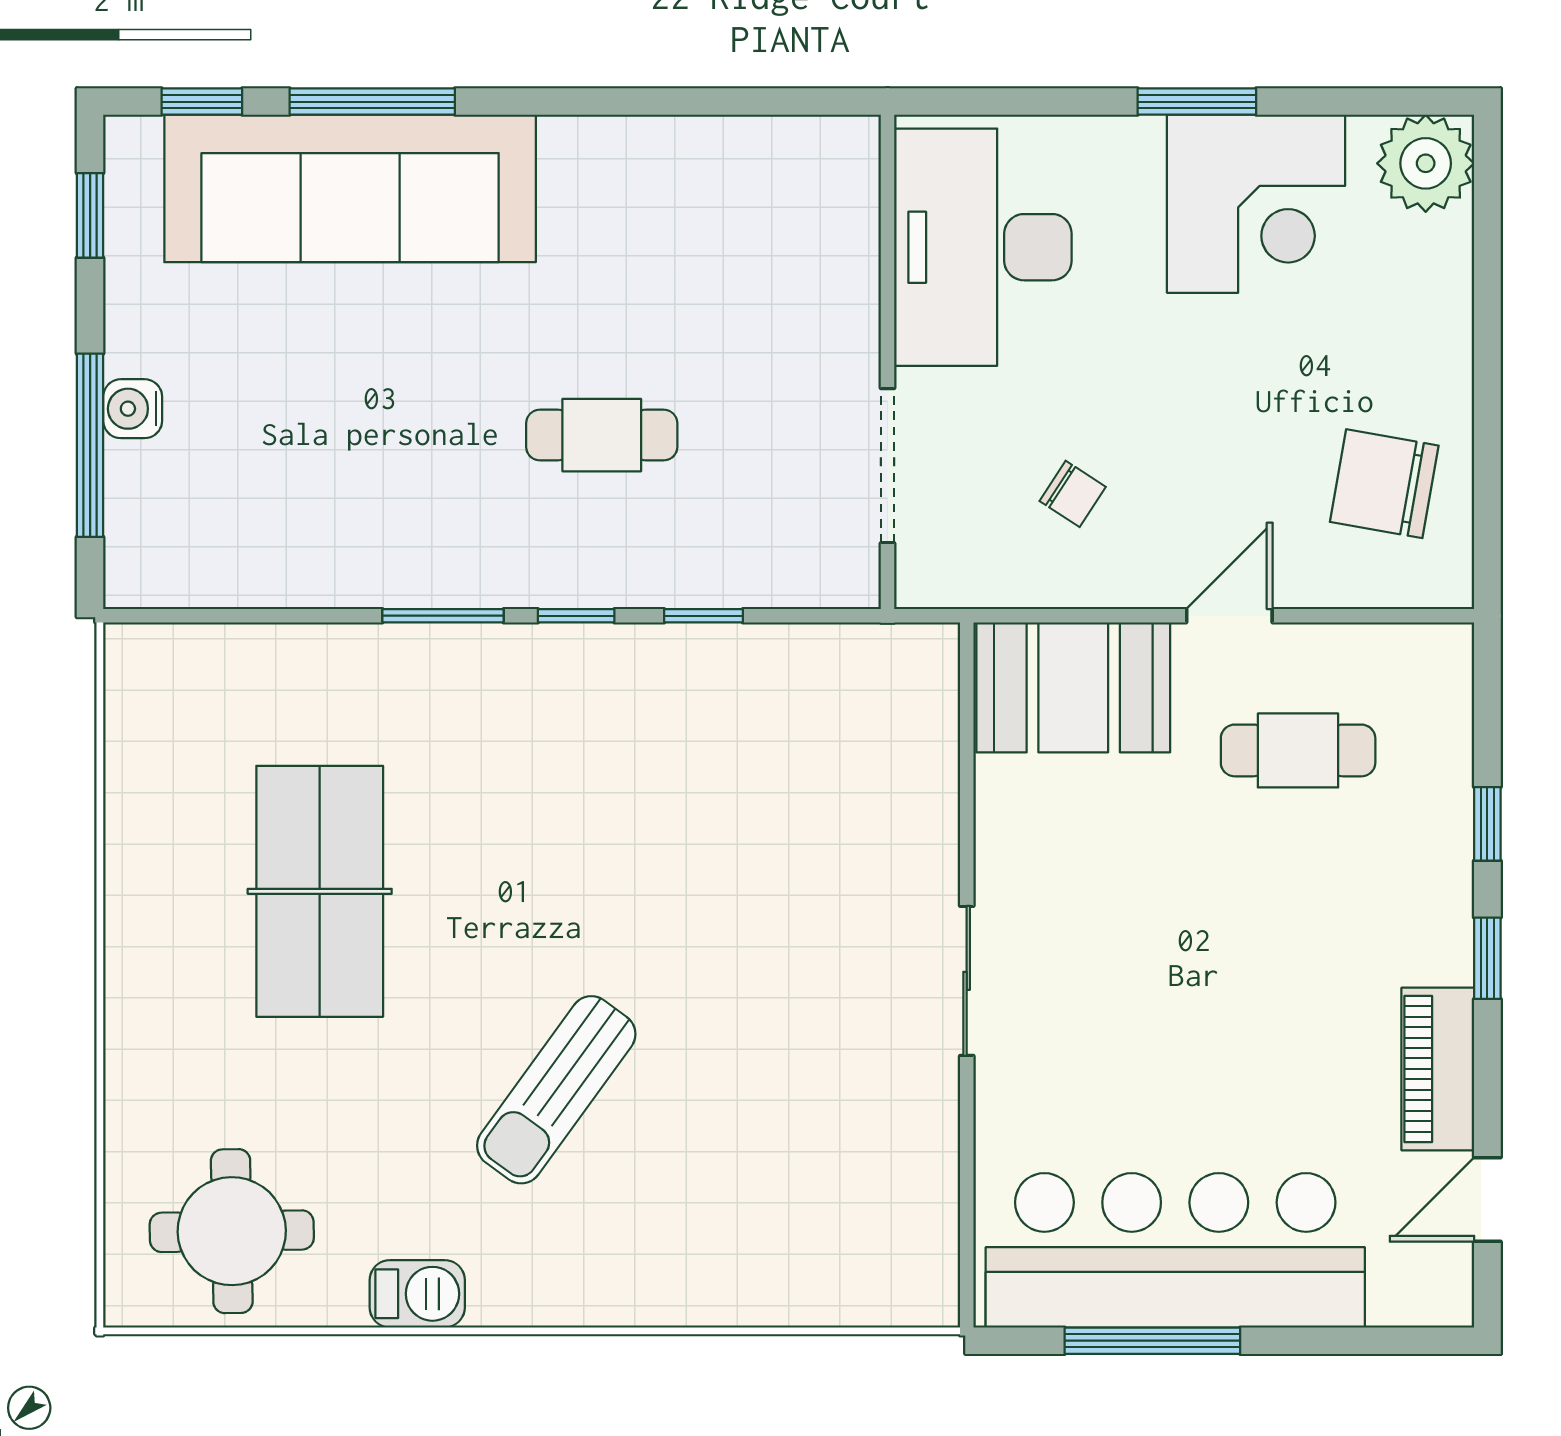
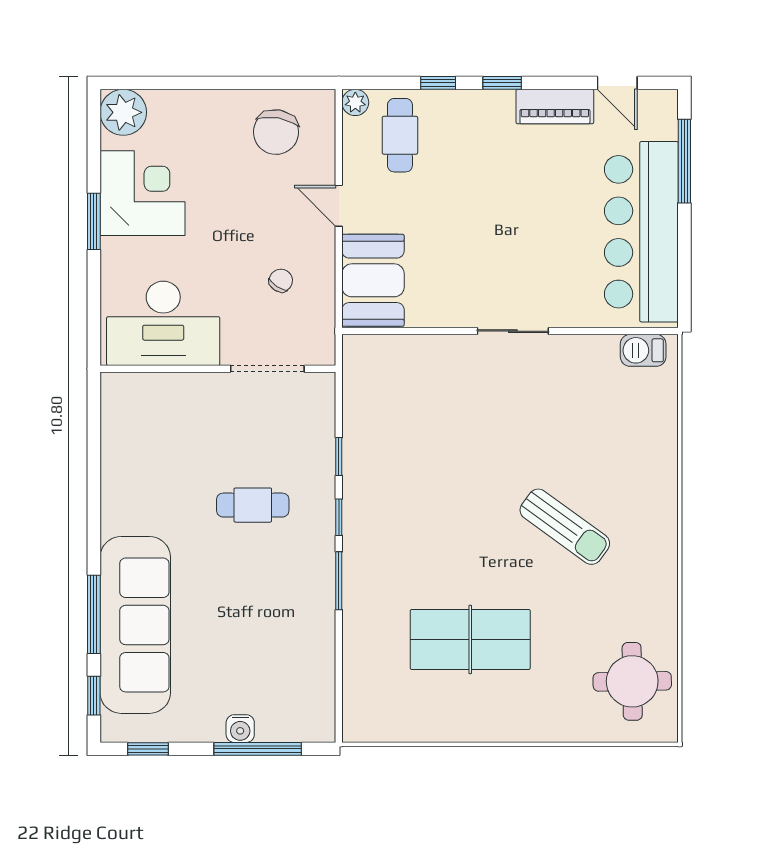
cafe table: (602, 435) -> (253, 505), turned 90
plant: (1446, 650) -> (355, 102), added
cafe table: (1298, 750) -> (400, 135), moved
barbecue: (417, 1294) -> (643, 350), moved, turned -90
window: (1152, 1341) -> (684, 161), moved

